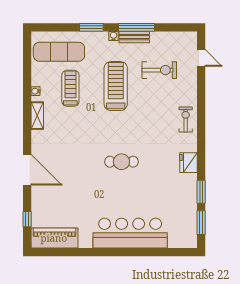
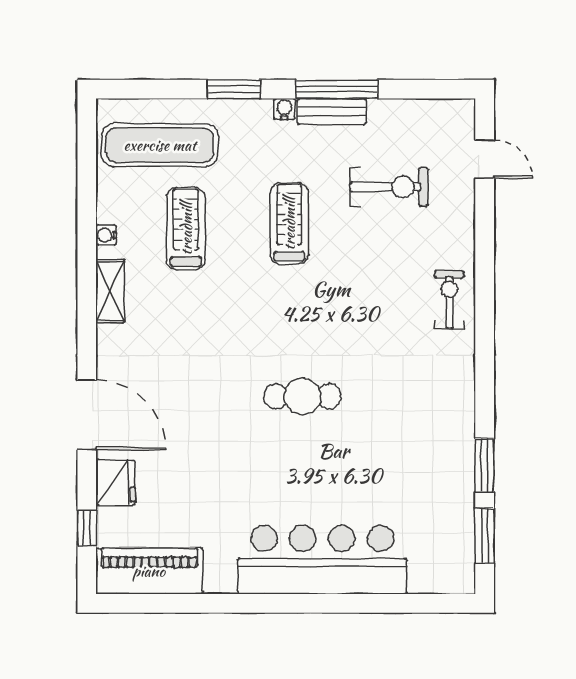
treadmill: (116, 86) -> (289, 224), width x0.73, depth x0.73
fridge: (189, 163) -> (115, 483), moved, turned 180

